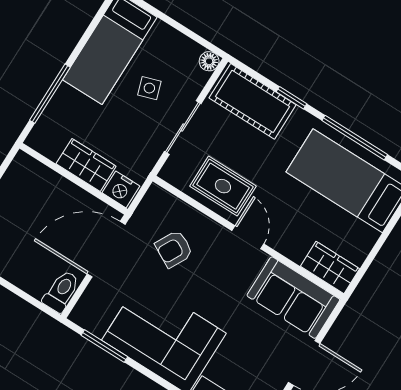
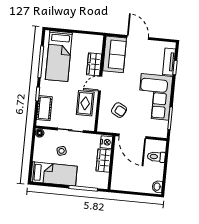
cot: (253, 101) -> (44, 108), width x0.73, depth x0.75
wardrobe: (330, 268) -> (94, 64), moved
toilet: (61, 291) -> (156, 157), moved

